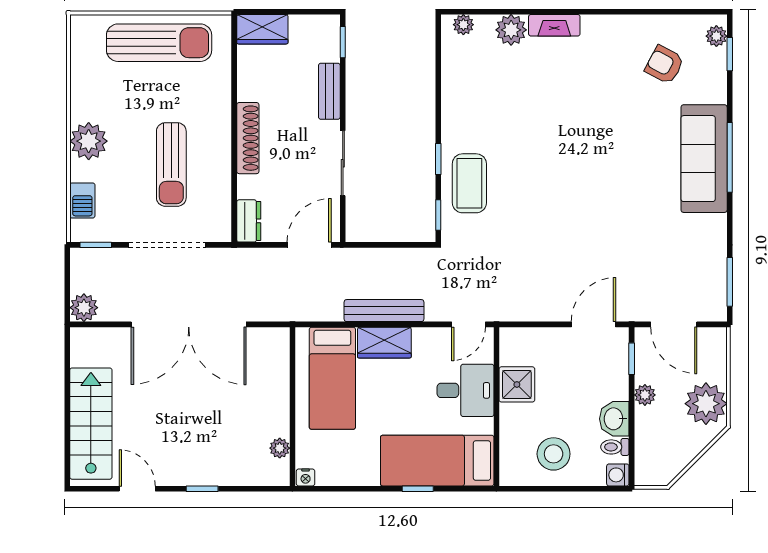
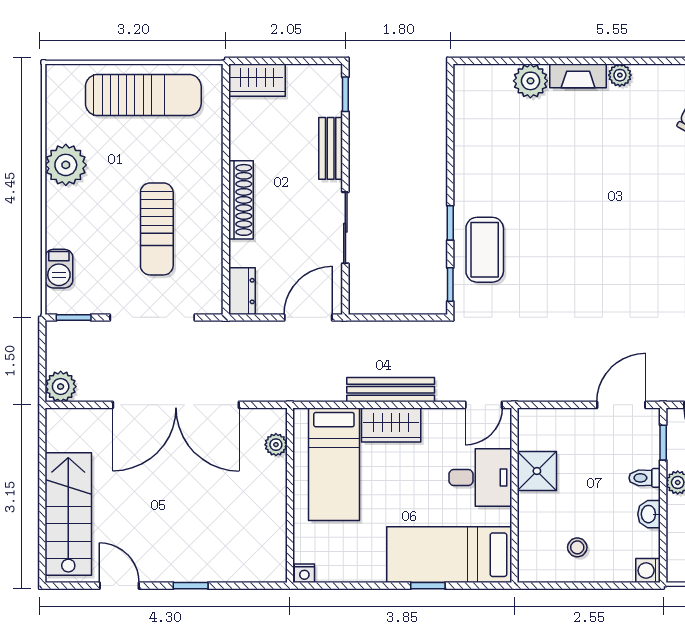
plant: (463, 25) -> (620, 75), moved
plant: (89, 141) -> (66, 165), moved
washbasin: (614, 419) -> (649, 514), width x0.72, depth x0.69
toilet: (615, 447) -> (645, 478), moved
plant: (280, 448) -> (276, 445), moved
stool: (554, 454) -> (577, 547), width x0.53, depth x0.53

